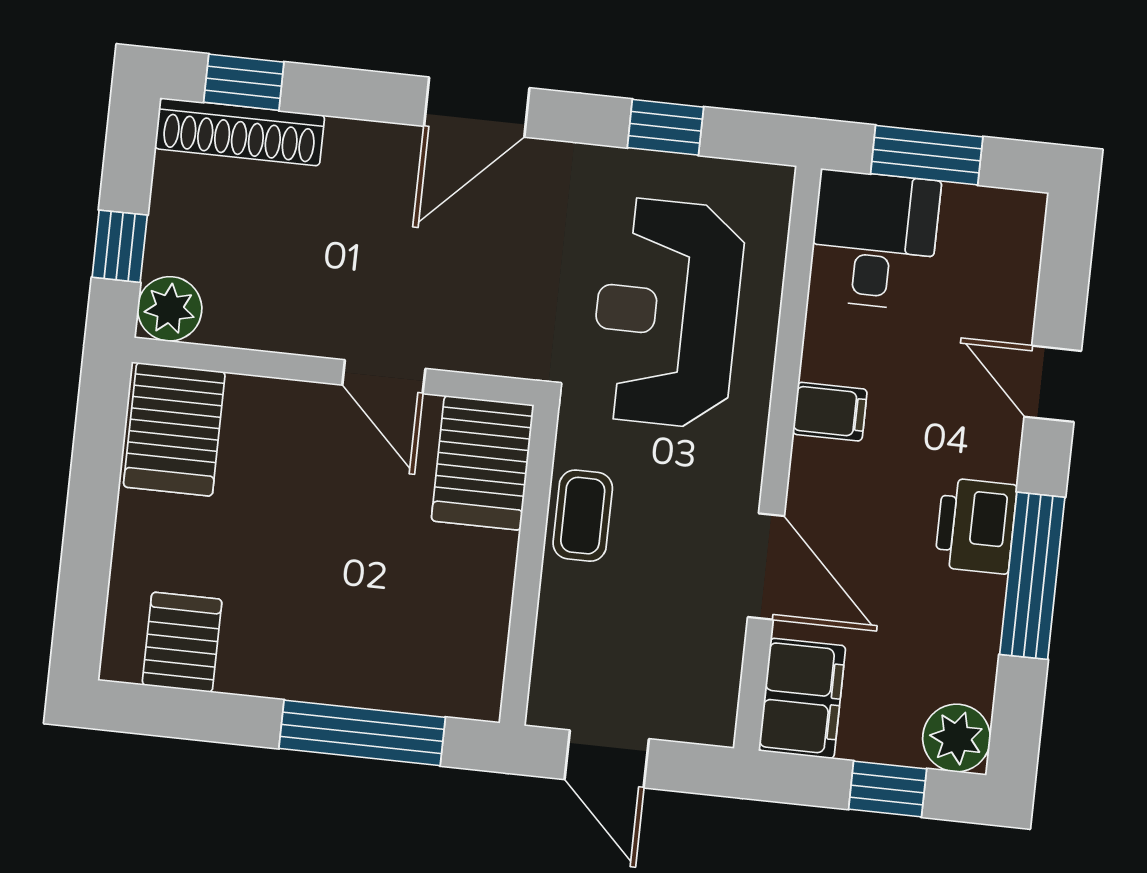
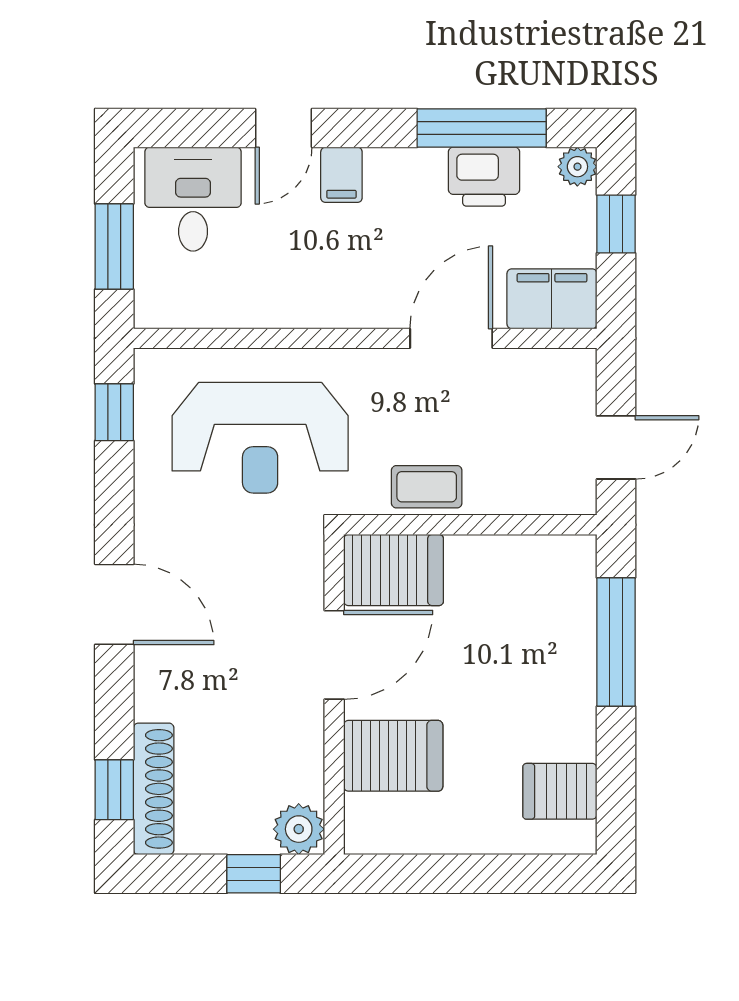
window: (665, 127) -> (114, 412), moved
desk: (874, 240) -> (193, 199), moved, turned 90
door: (384, 377) -> (334, 655), width x1.38
filing cabinet: (830, 412) -> (341, 175), moved, turned 180
server rack: (174, 429) -> (393, 756), moved
printer: (976, 526) -> (484, 177), moved
window: (1032, 576) -> (482, 128), moved
plant: (957, 738) -> (577, 167), width x0.73, depth x0.73

